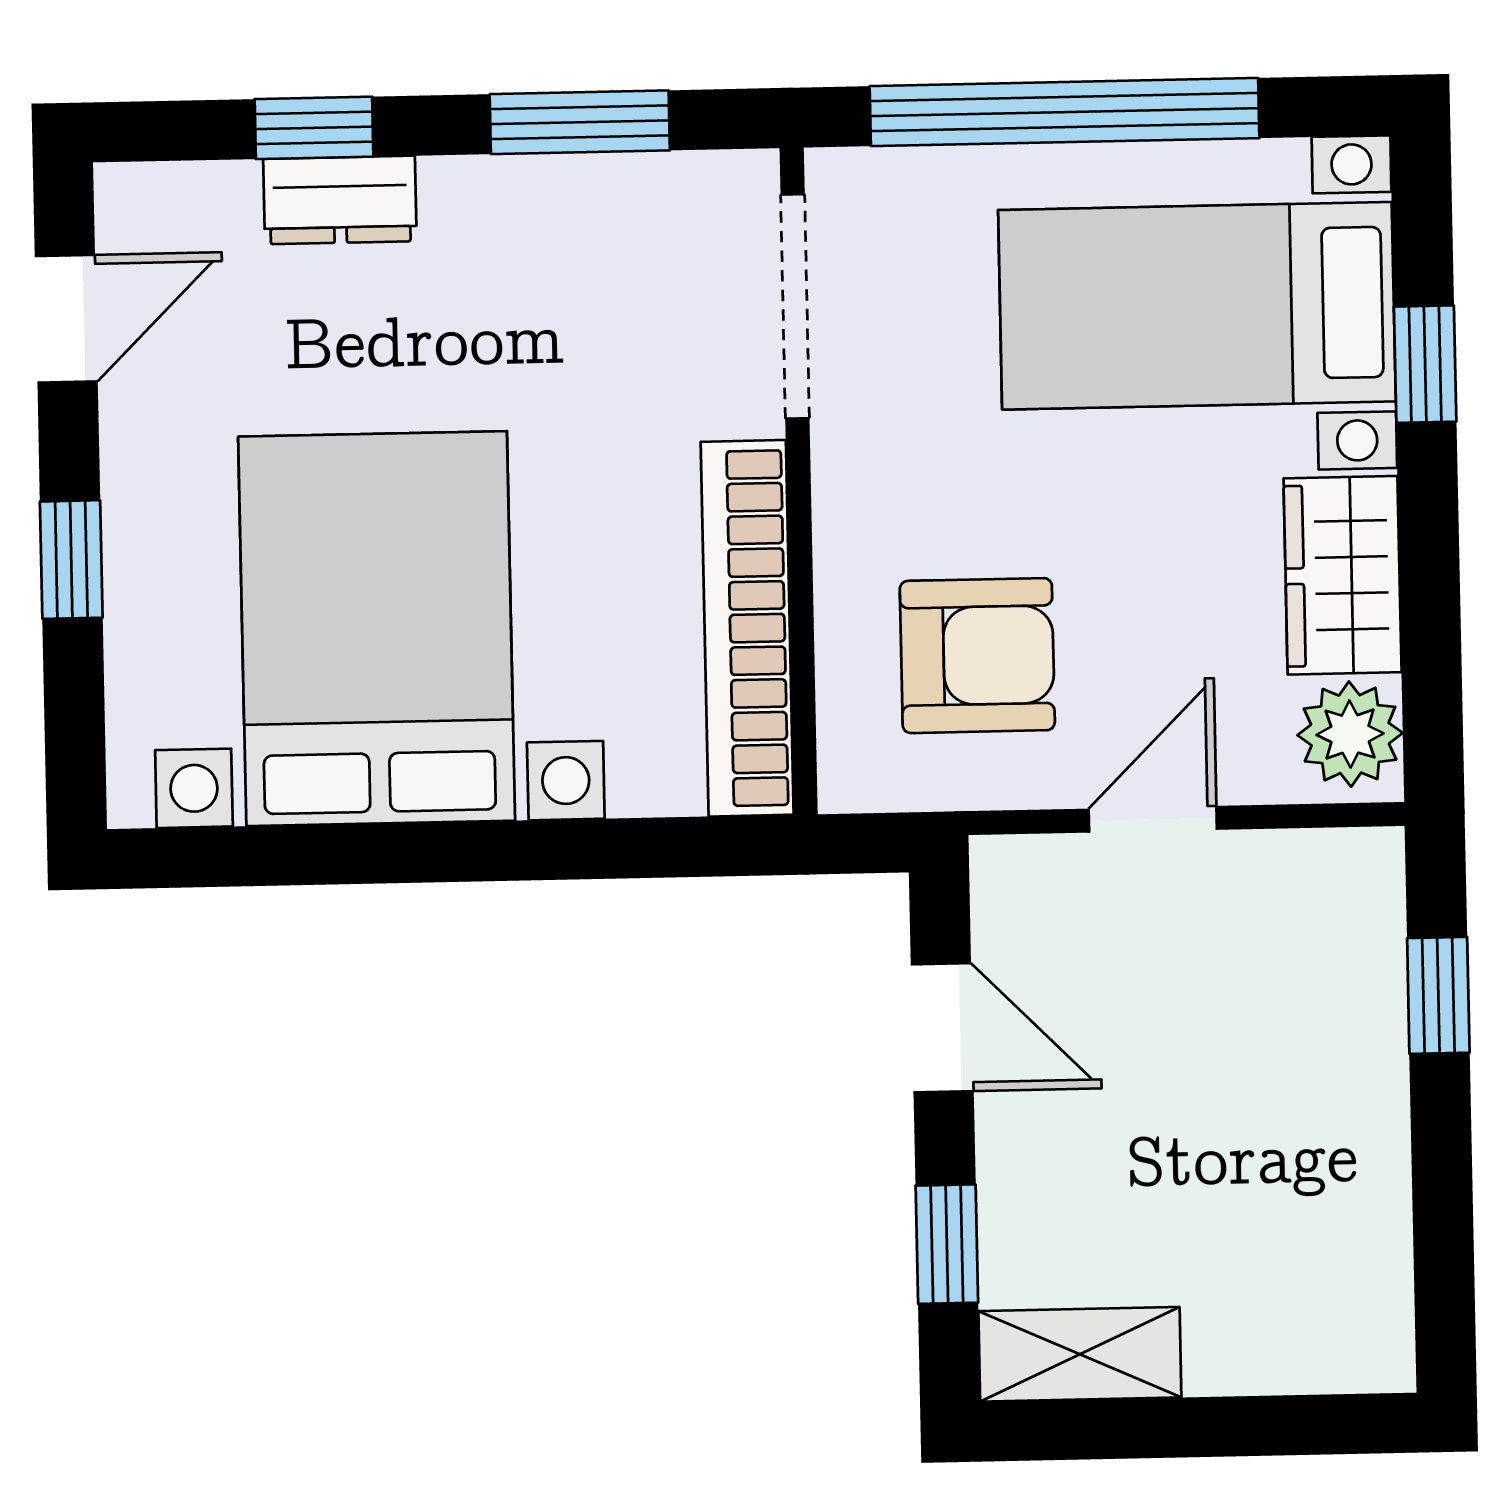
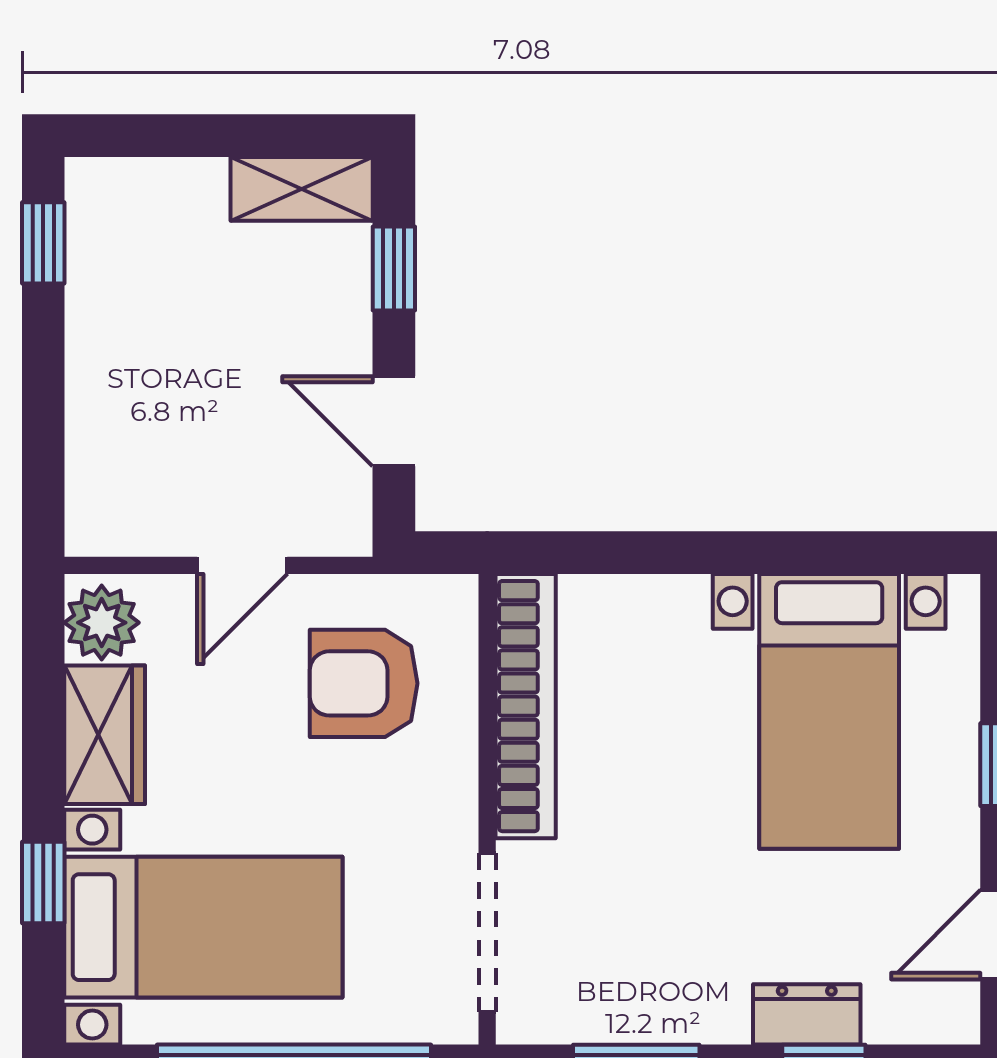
bed with nightstands: (377, 629) -> (829, 711), width x0.73
window: (1438, 995) -> (43, 243), moved

